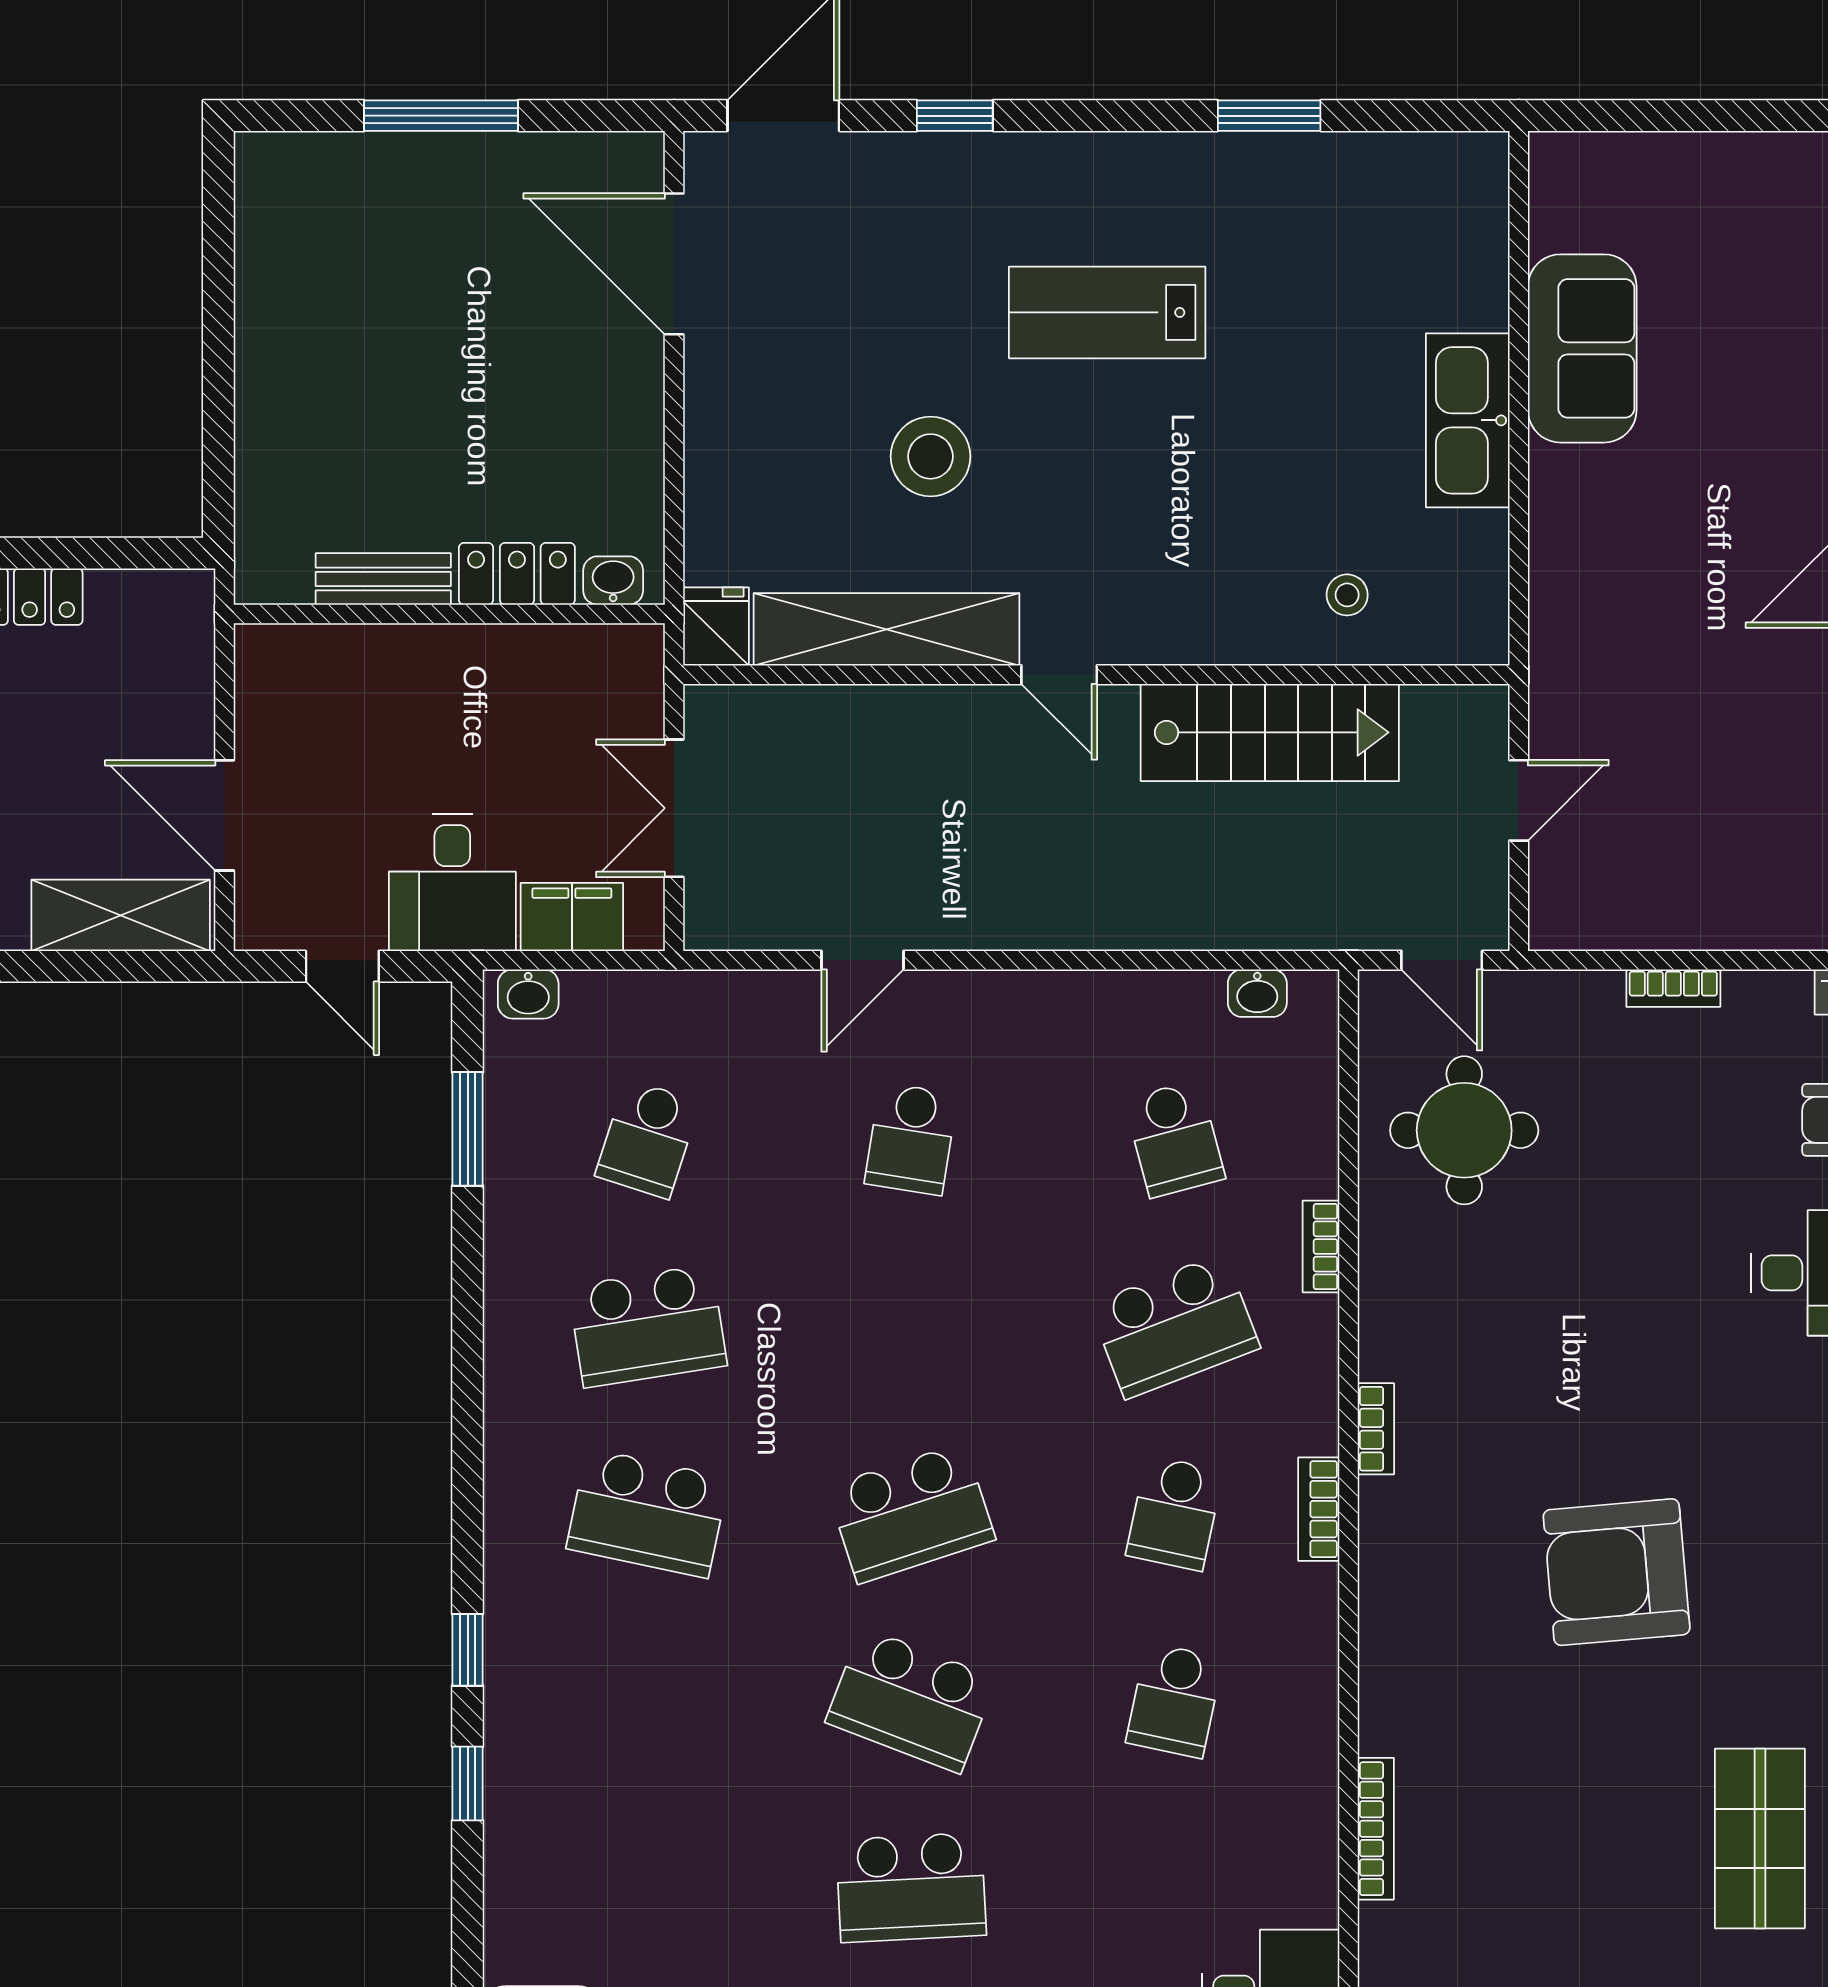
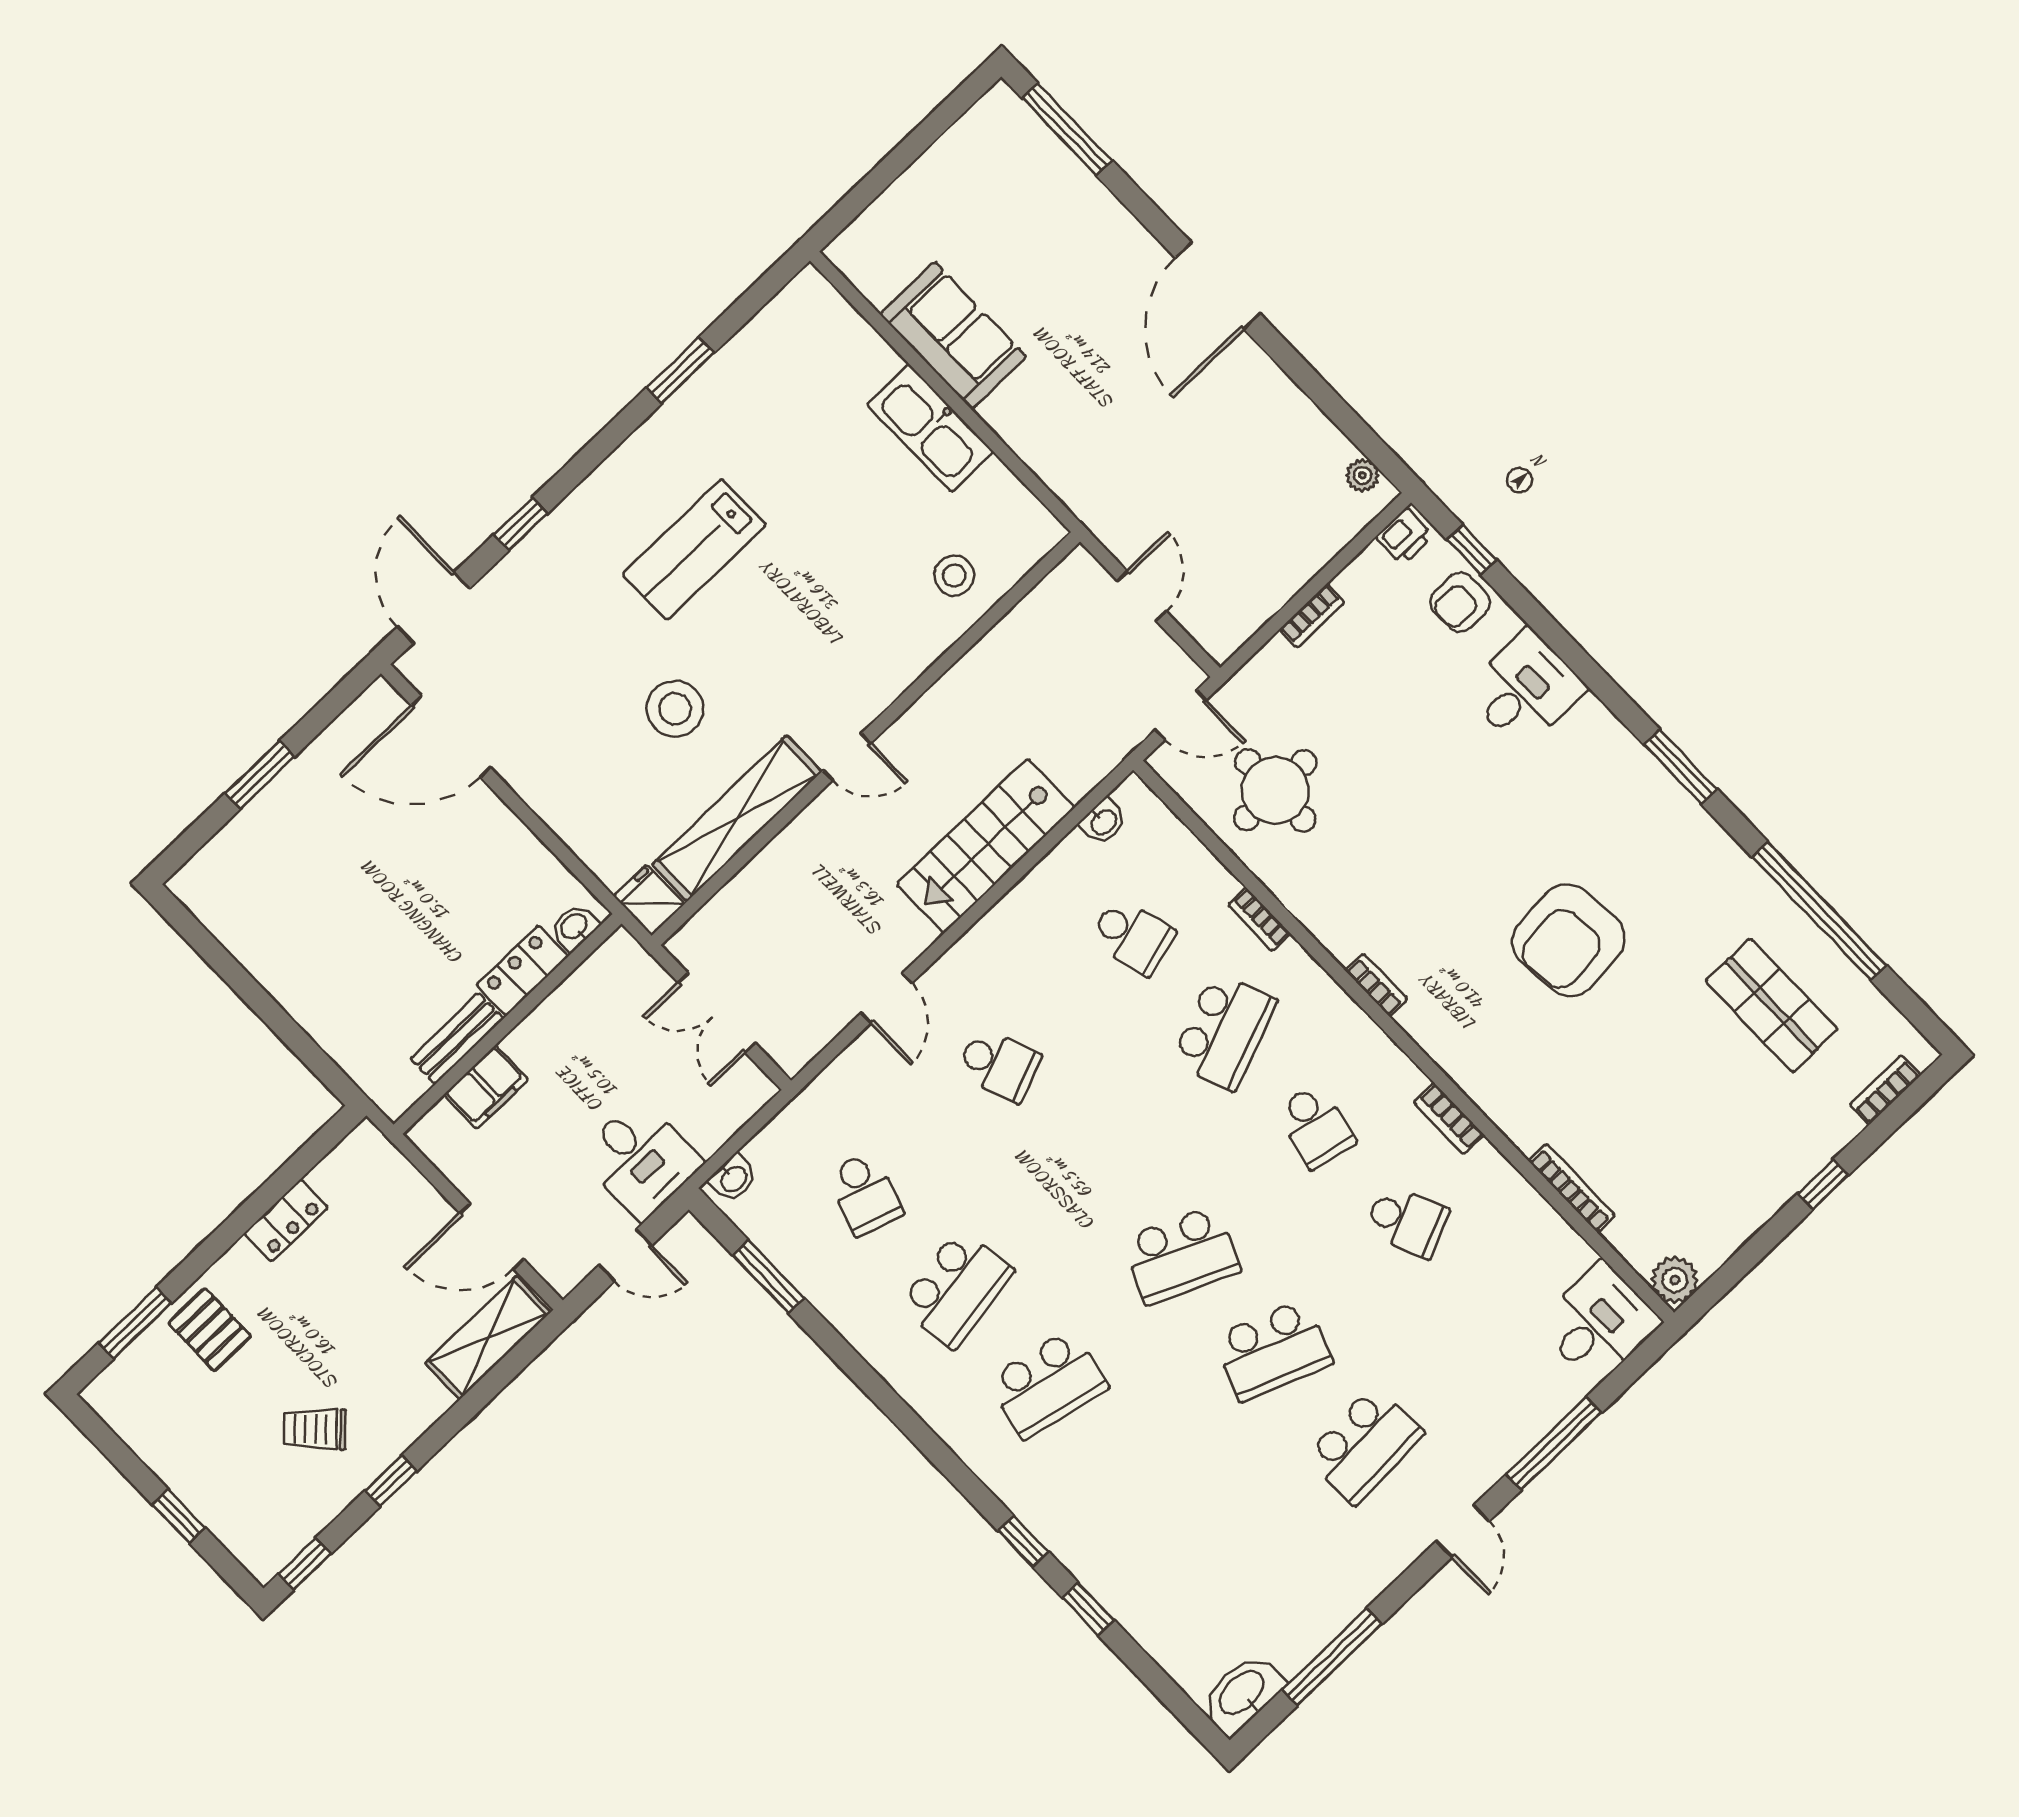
window: (441, 116) -> (260, 775), width x0.69
stool: (1347, 595) -> (954, 576), width x1.37, depth x1.37
stairs: (1270, 732) -> (986, 846), moved, turned 180
filing cabinet: (572, 917) -> (486, 1087), moved, turned 180
school desk: (911, 1139) -> (999, 1065), turned -30
bookcase: (1319, 1509) -> (1449, 1118), moved
school desk: (911, 1513) -> (1182, 1255), turned 42
school desk: (1175, 1700) -> (1407, 1221), turned -36

